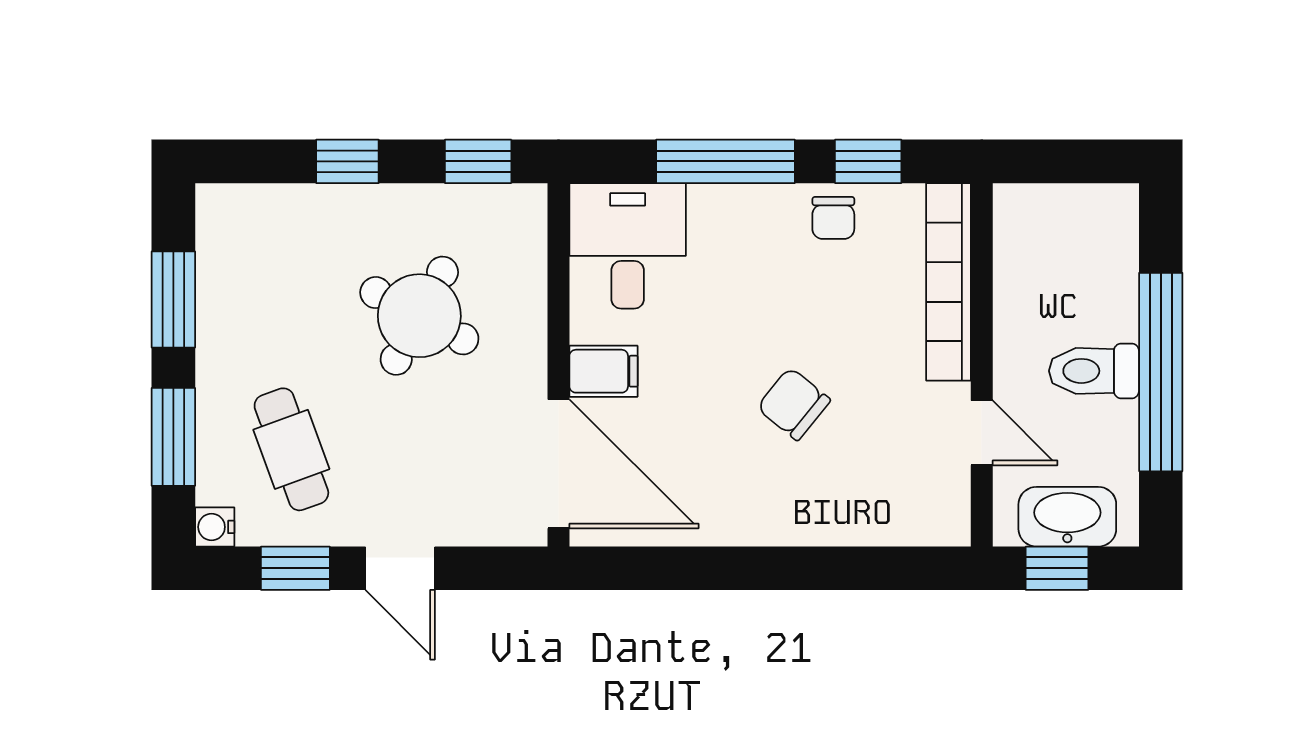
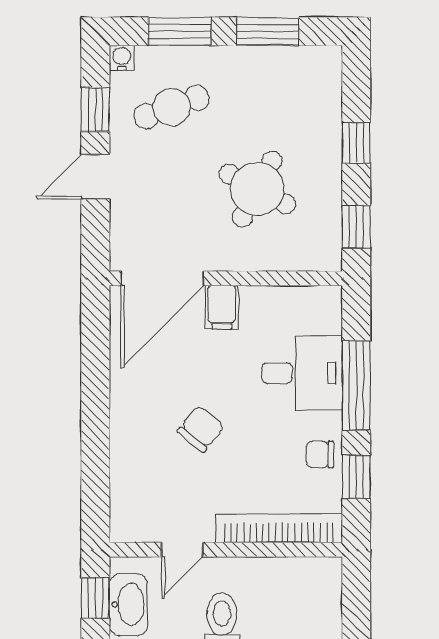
desk: (628, 246) -> (302, 373), moved

